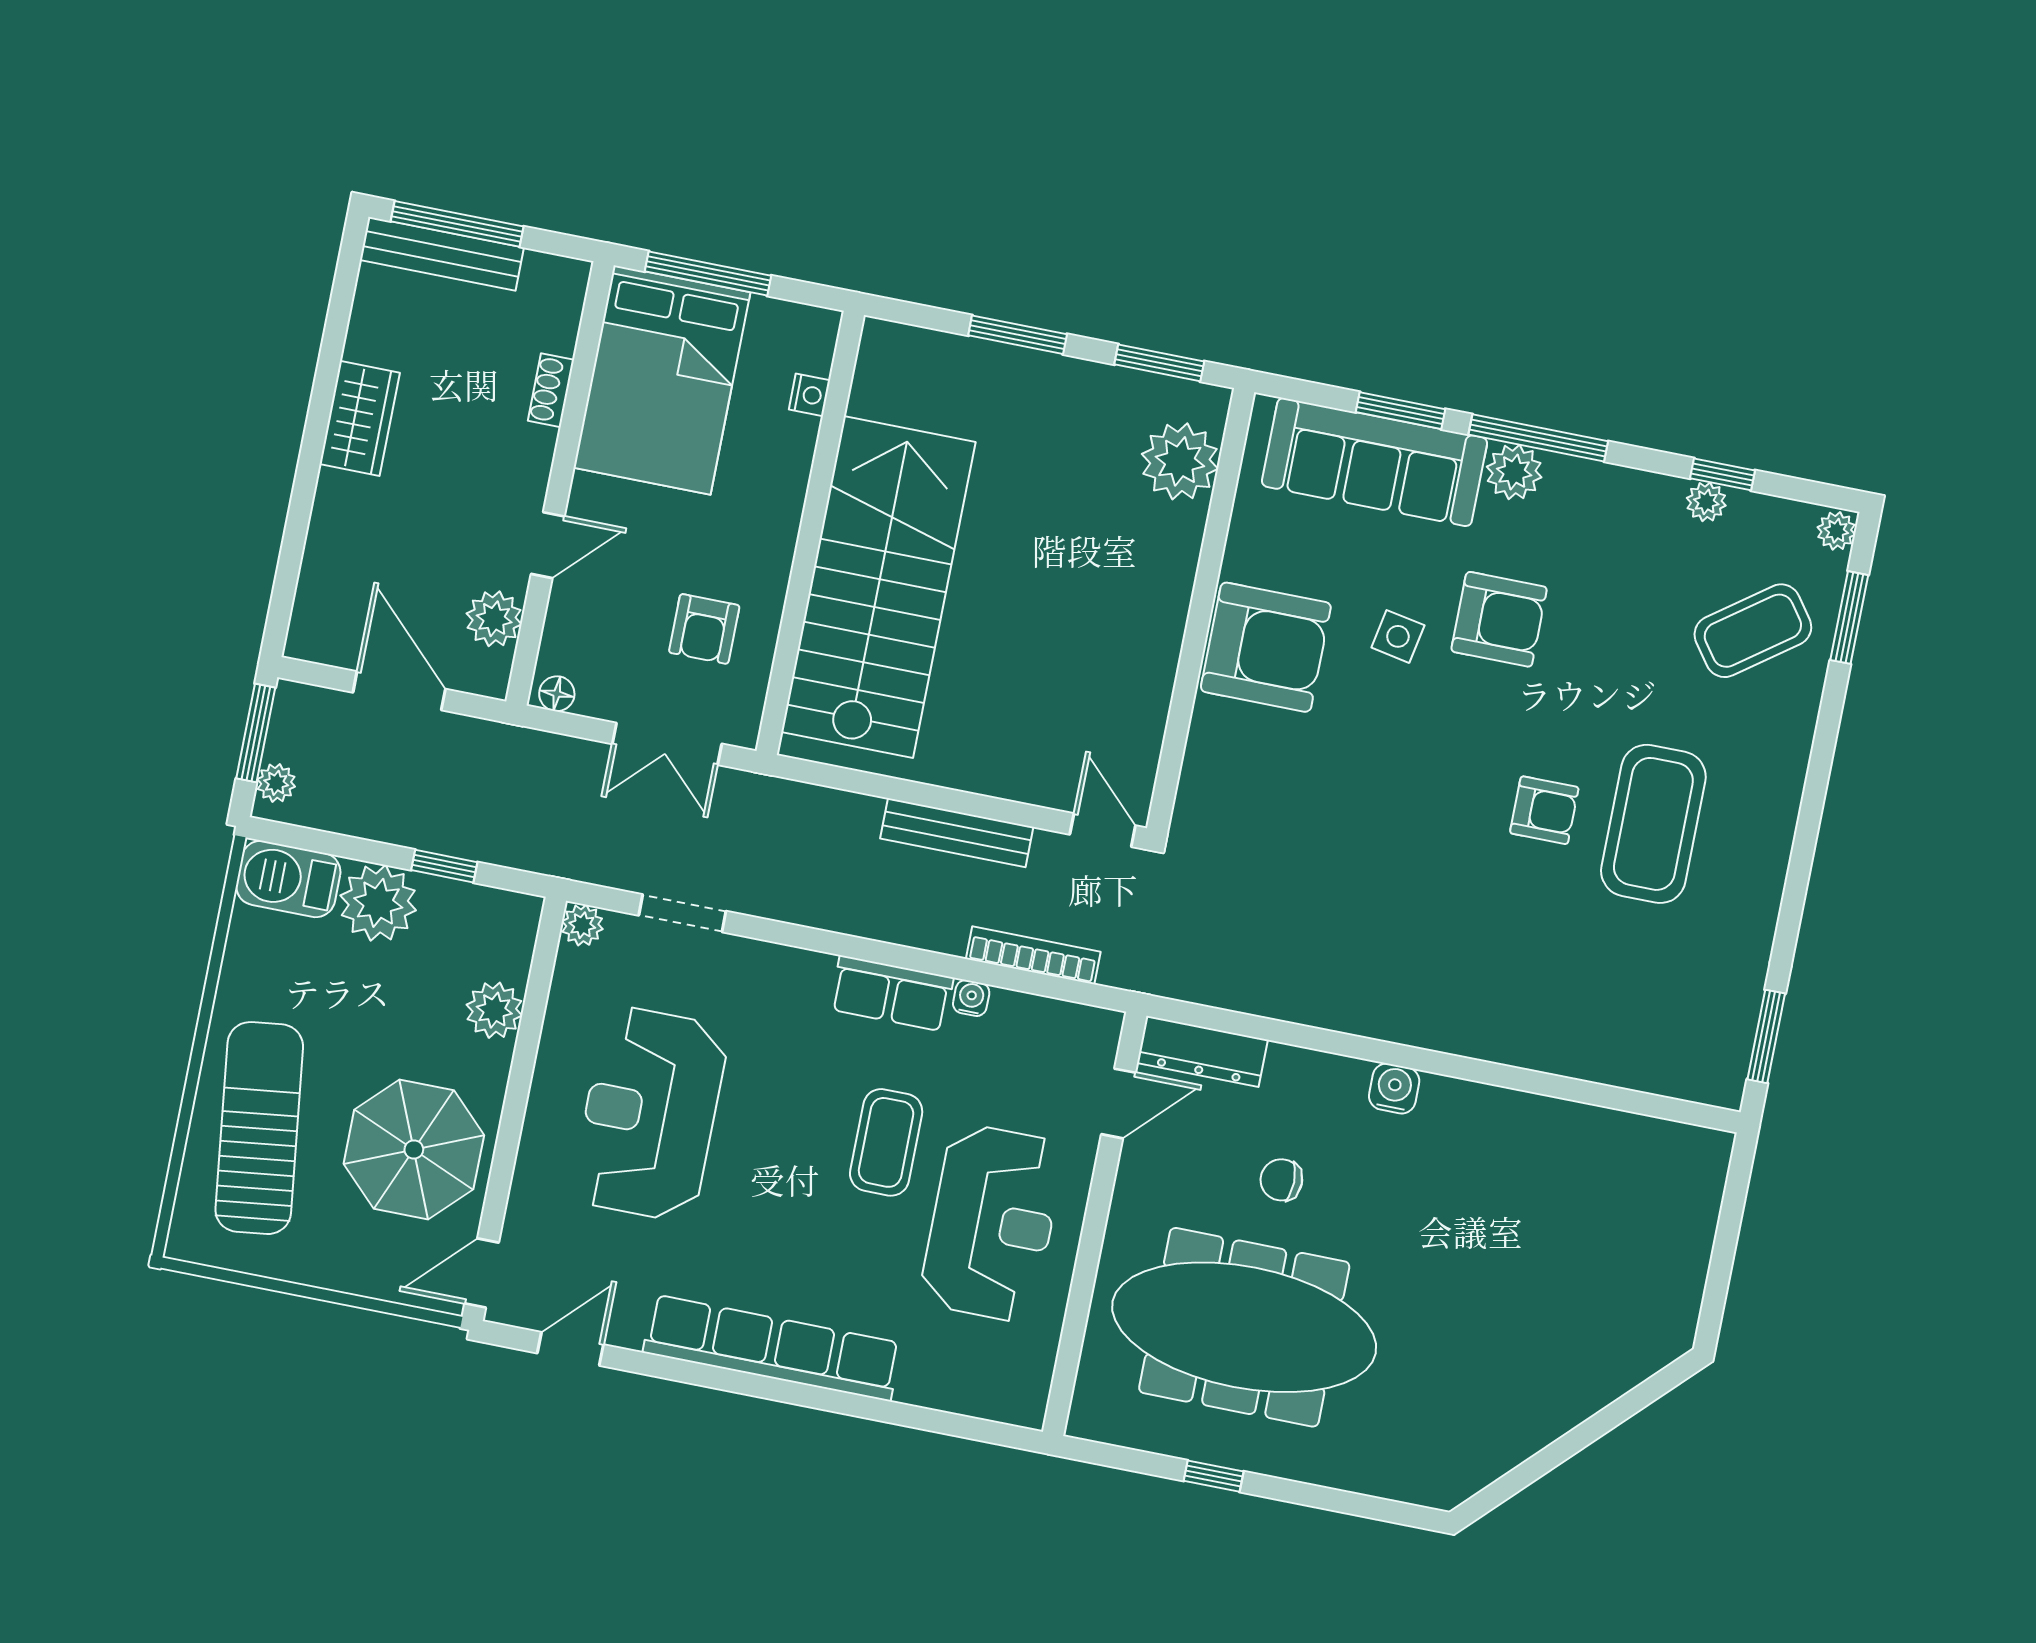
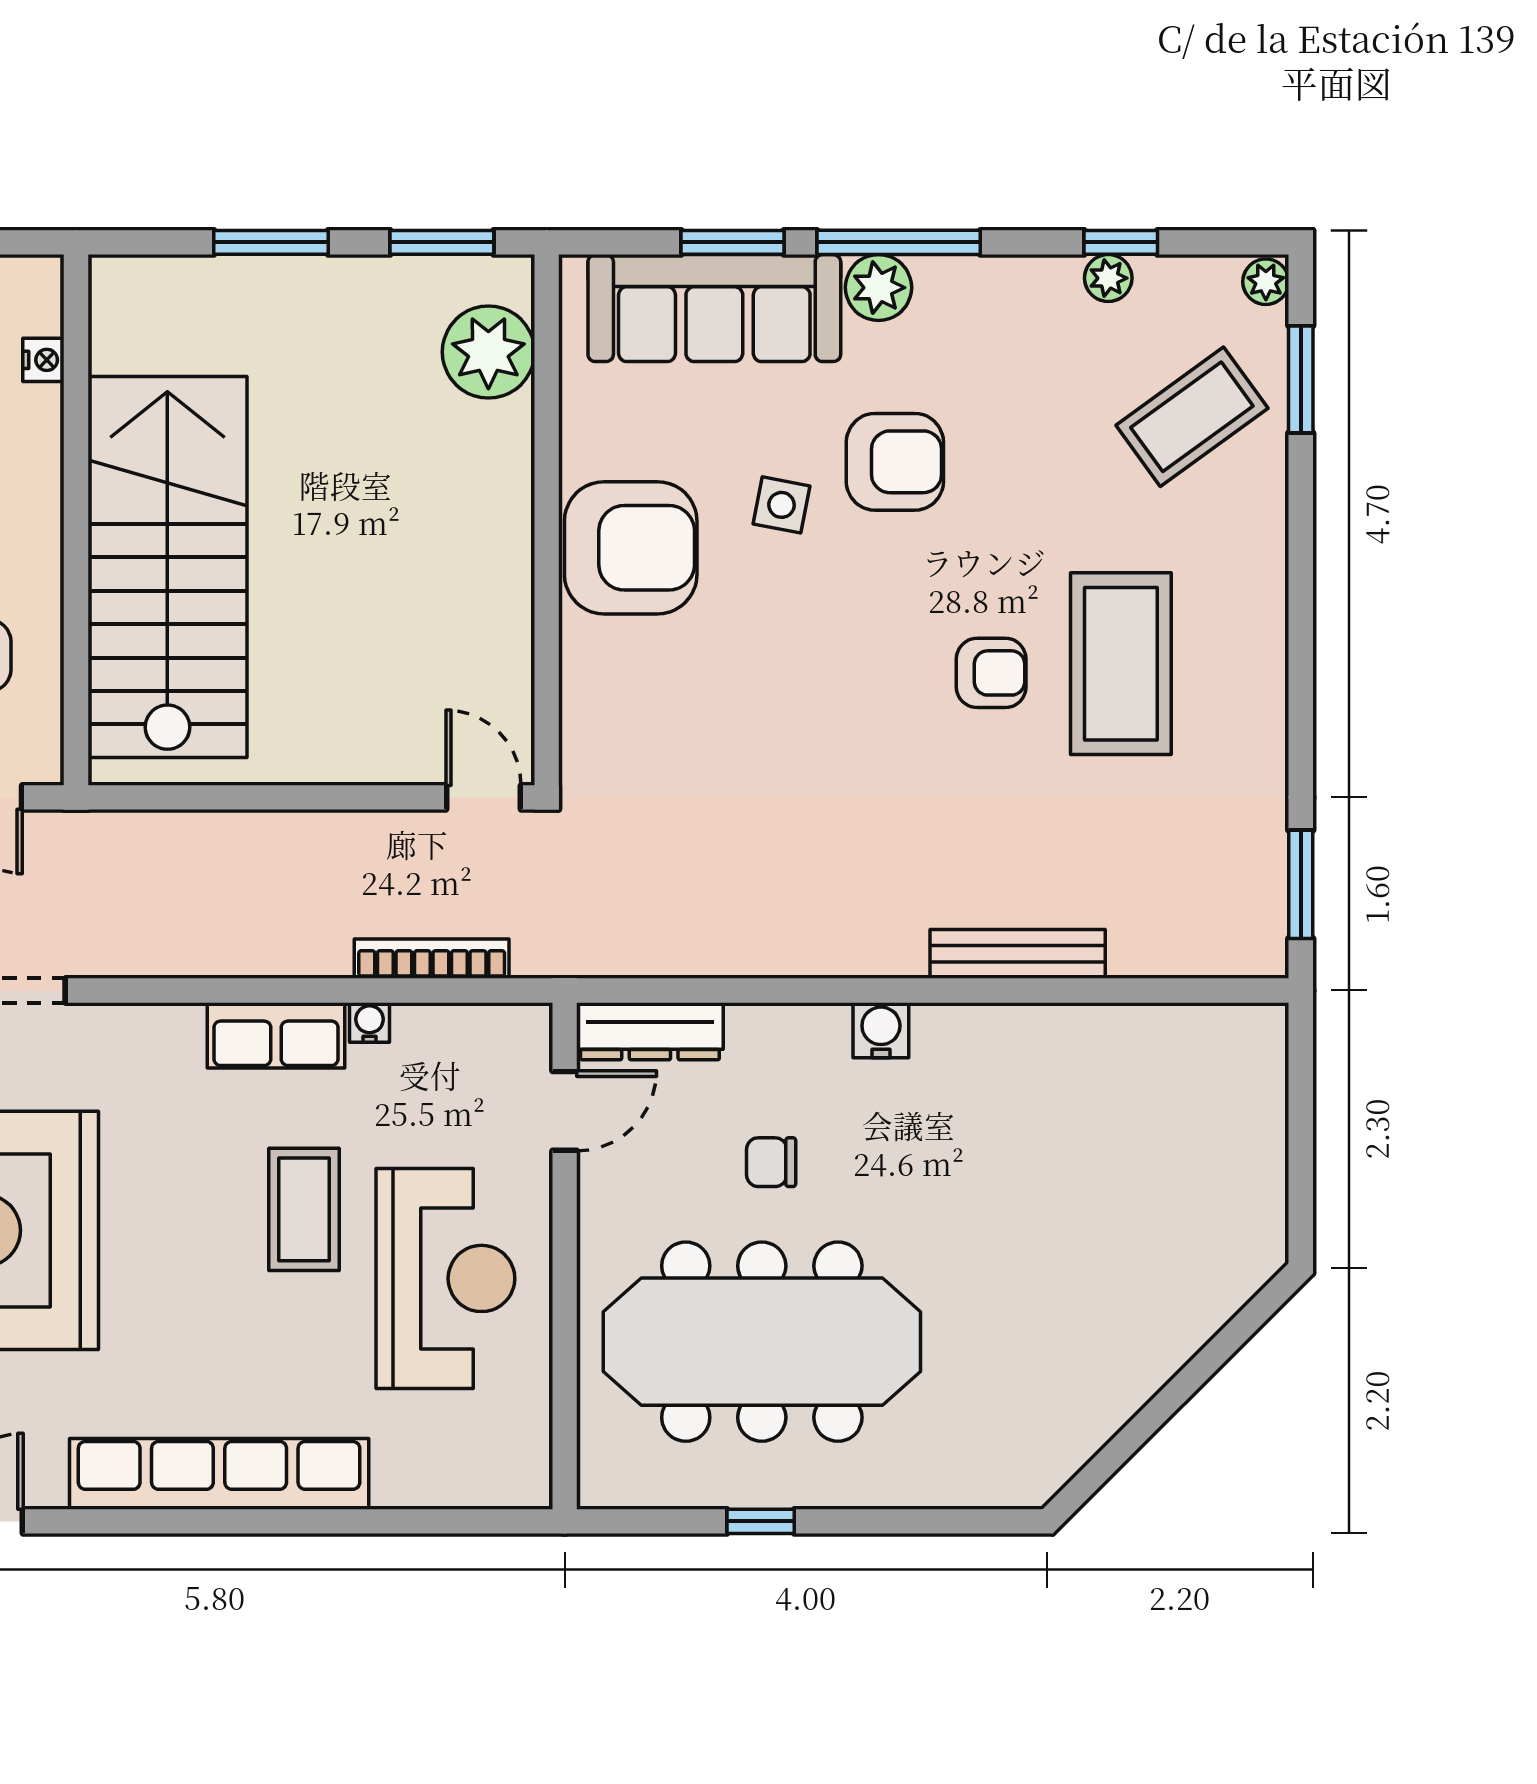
bench: (957, 833) -> (1018, 954), moved

